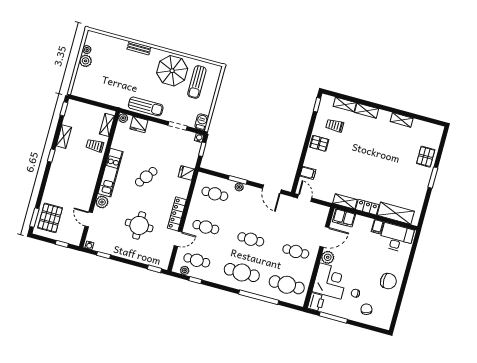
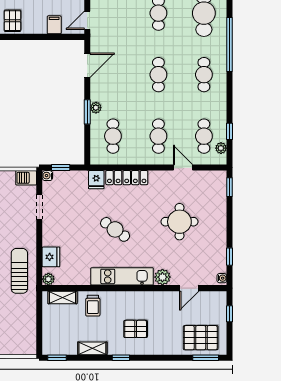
sun lounger: (146, 106) -> (19, 271), moved
pallet: (69, 172) -> (136, 329), added
locker: (177, 214) -> (127, 178), moved
cafe table: (242, 273) -> (204, 75), width x0.73, depth x0.74

